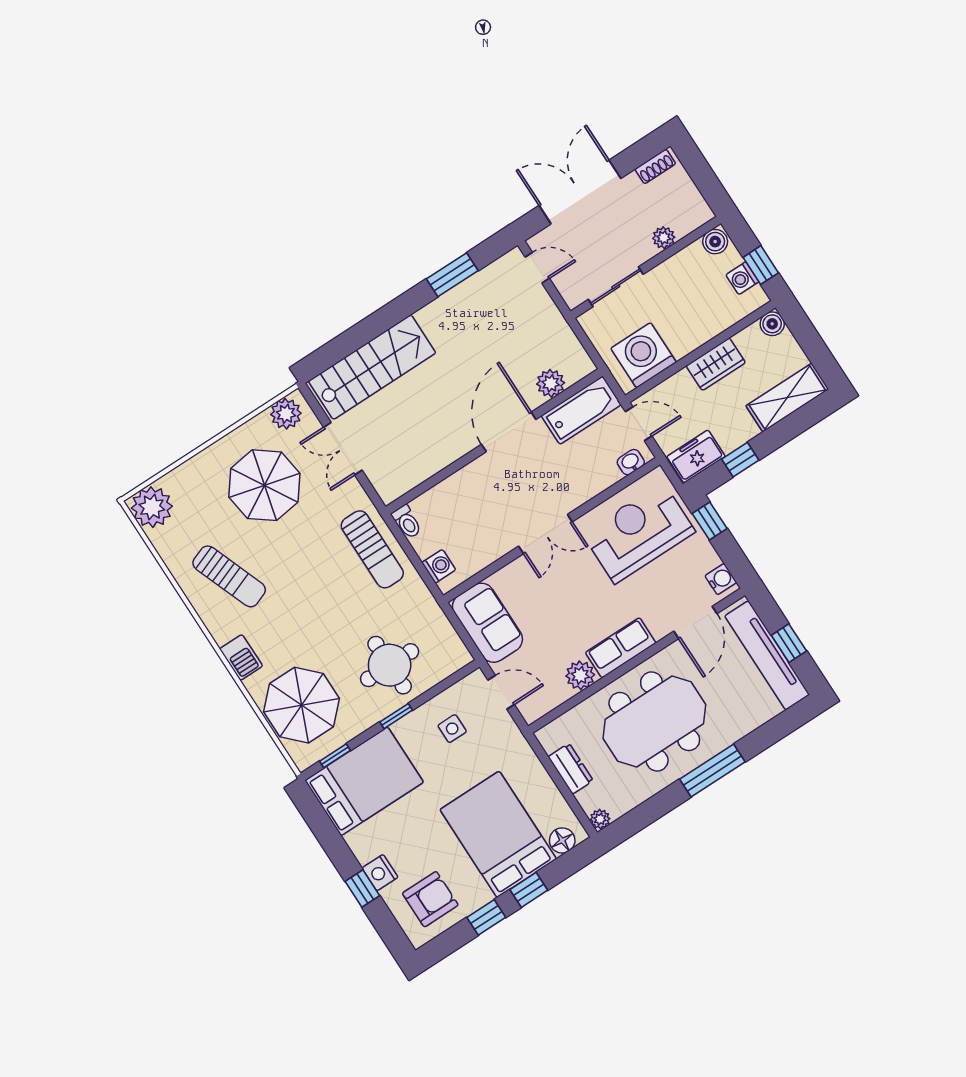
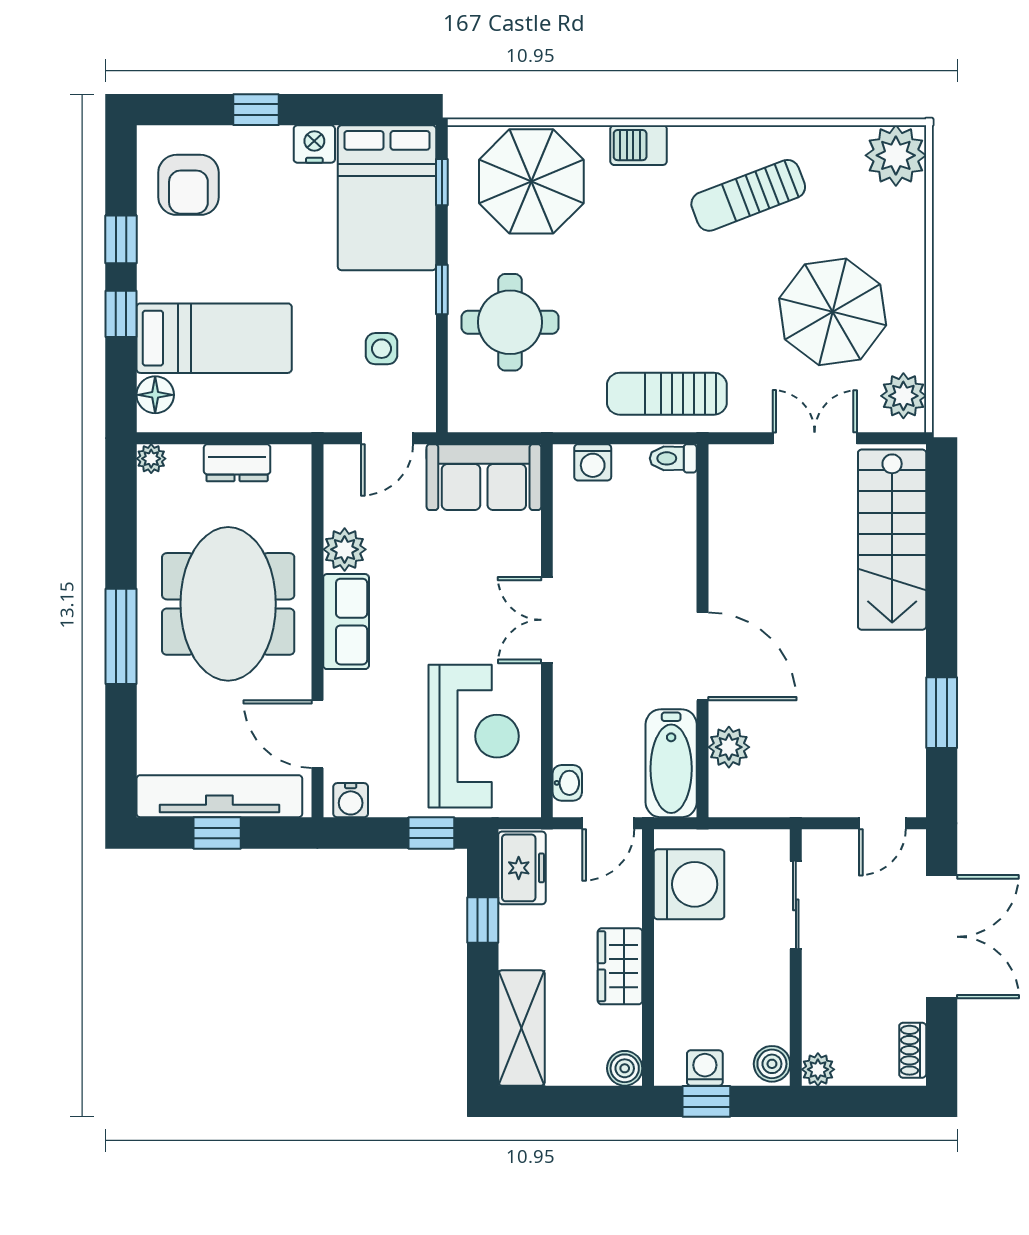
plant: (664, 238) -> (818, 1069), moved
bed: (498, 834) -> (214, 338), width x0.67
nightstand: (380, 873) -> (314, 144), moved

